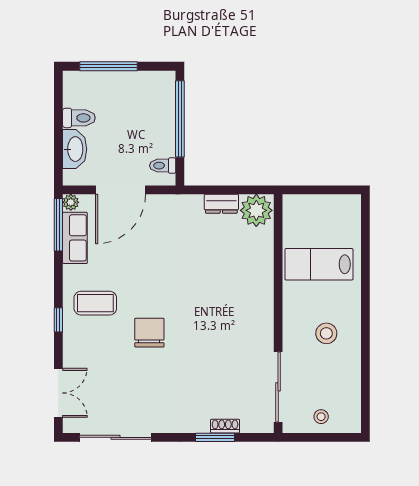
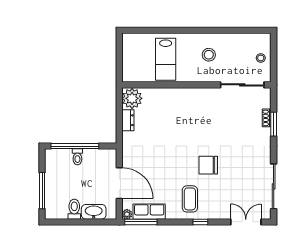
toilet: (163, 166) -> (77, 157), moved

